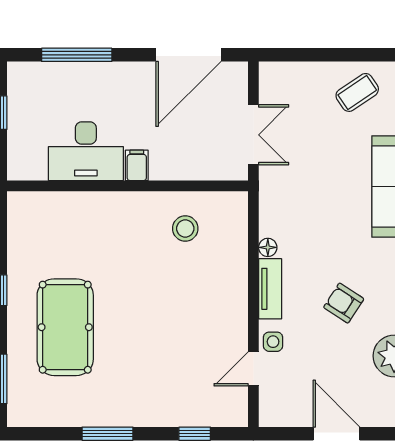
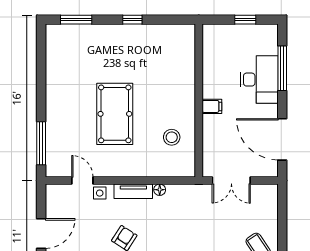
desk: (86, 151) -> (259, 80), moved, turned 180
pool table: (65, 327) -> (115, 114), moved, turned 90
window: (107, 434) -> (41, 88), removed
window: (195, 434) -> (41, 143), width x2.17

